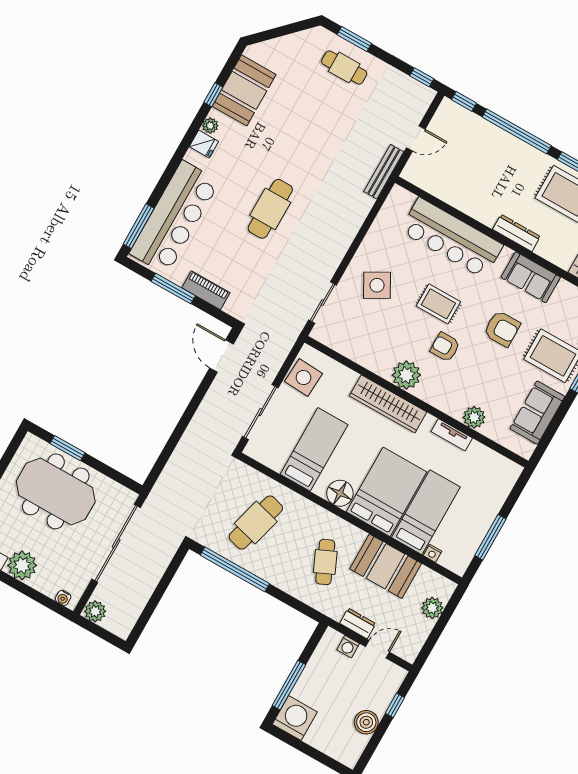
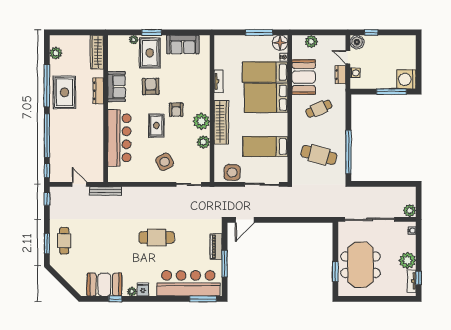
dresser: (516, 233) -> (98, 91), moved
plant: (474, 417) -> (203, 142), moved
floor lamp: (340, 493) -> (280, 43), moved
boiler: (366, 722) -> (357, 42), moved

